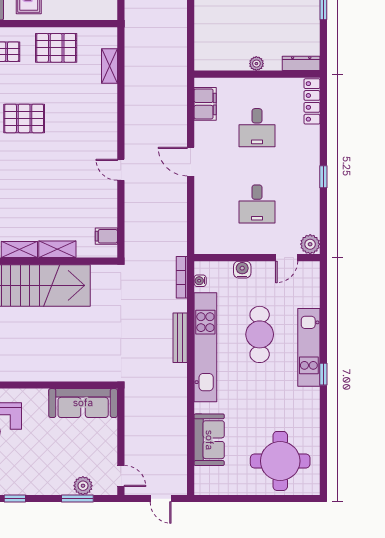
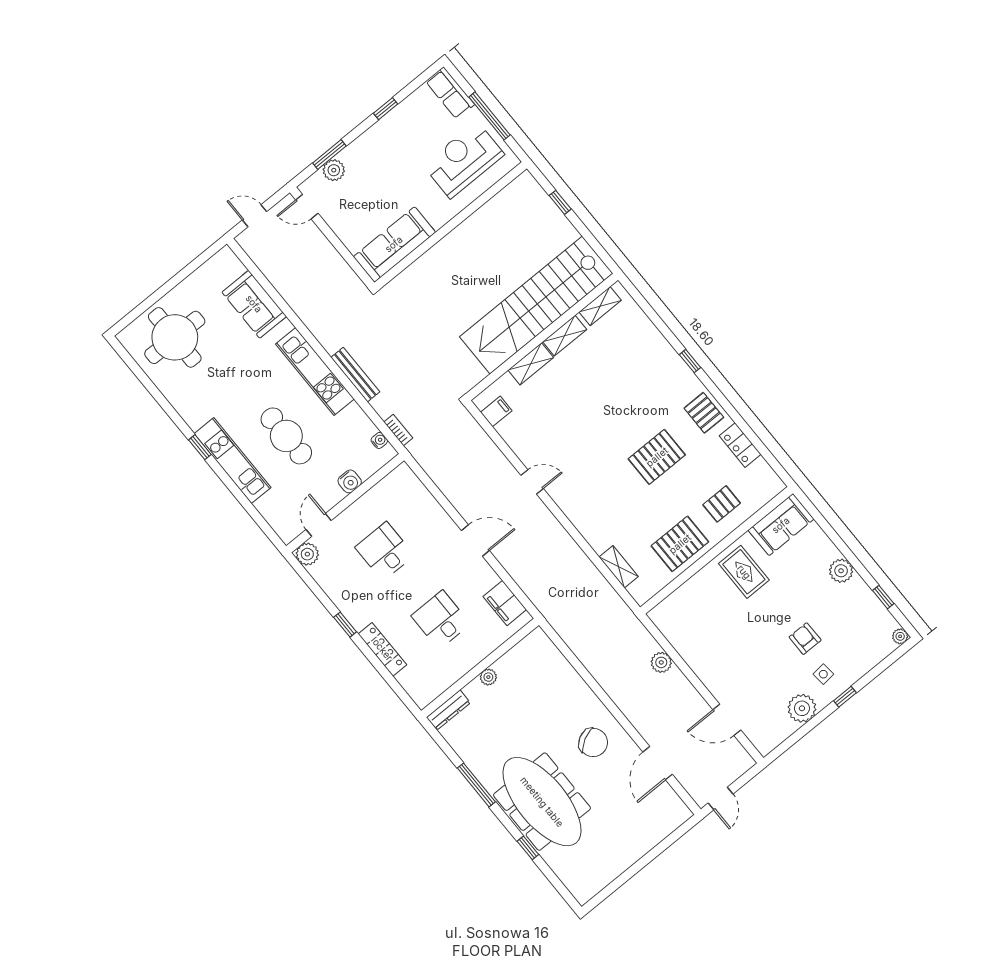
locker: (312, 101) -> (382, 649), moved
bookcase: (182, 277) -> (398, 430), width x0.64
kitchen unit: (205, 347) -> (315, 372), width x0.73

